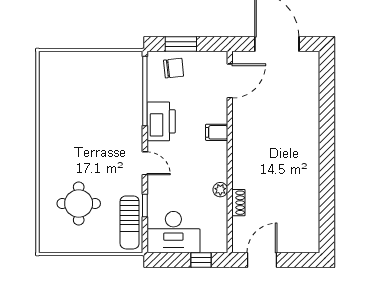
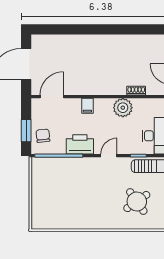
door: (230, 81) -> (52, 97), hinge flipped
plant: (220, 190) -> (123, 108), width x1.87, depth x1.87
round table: (79, 203) -> (137, 202), turned -35

